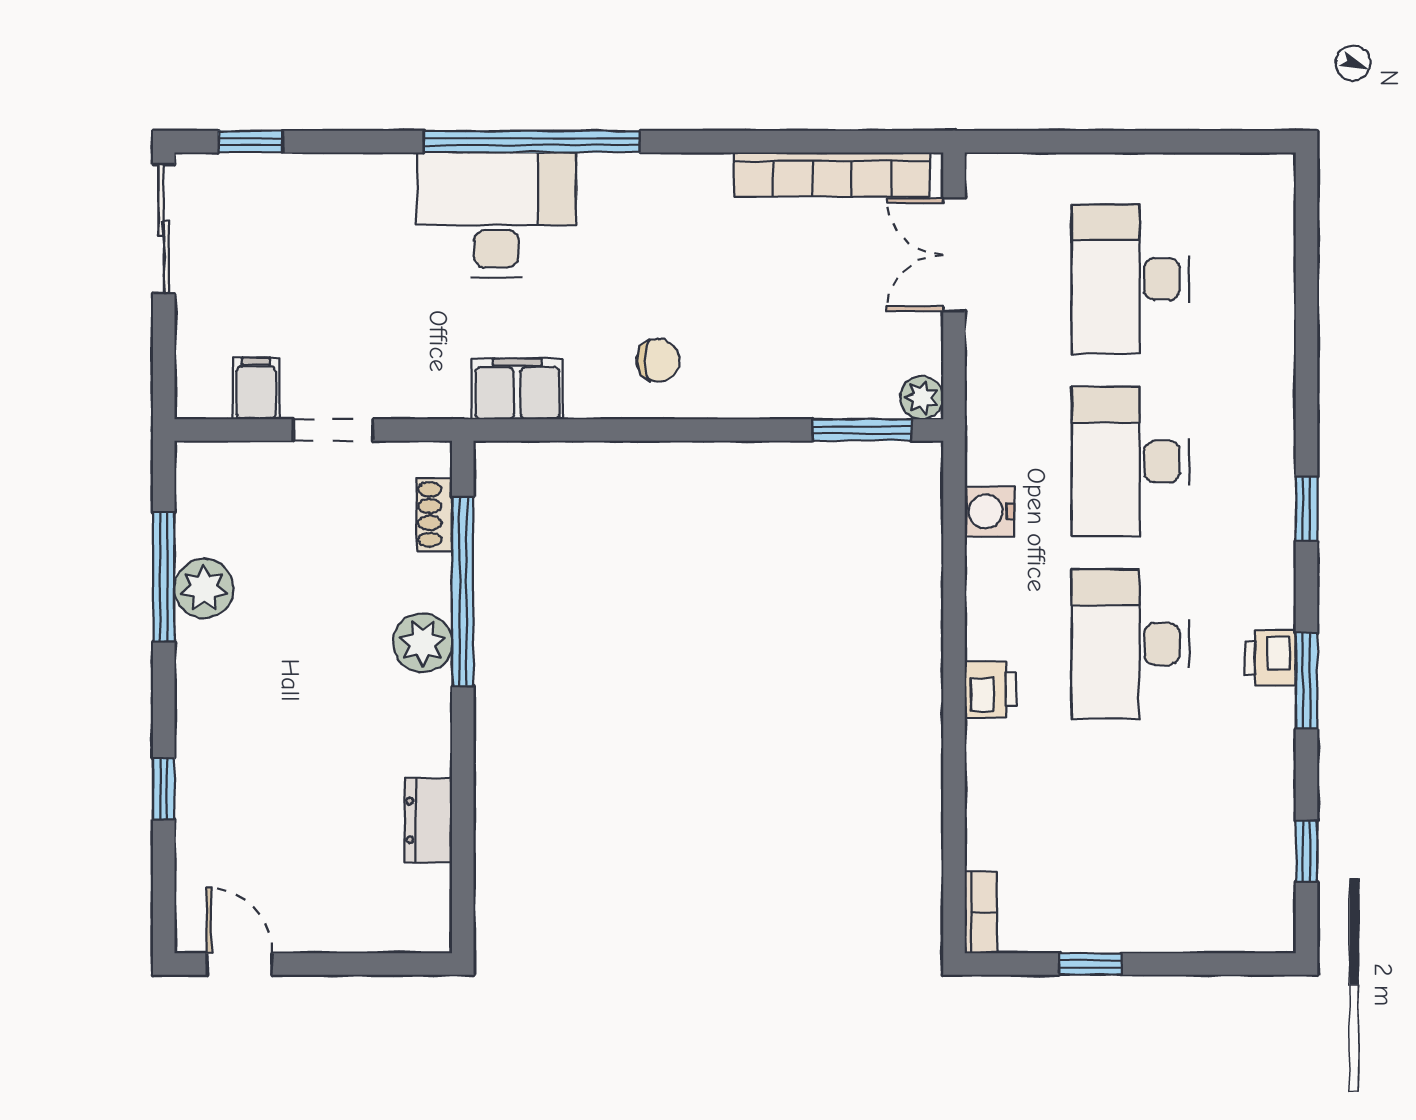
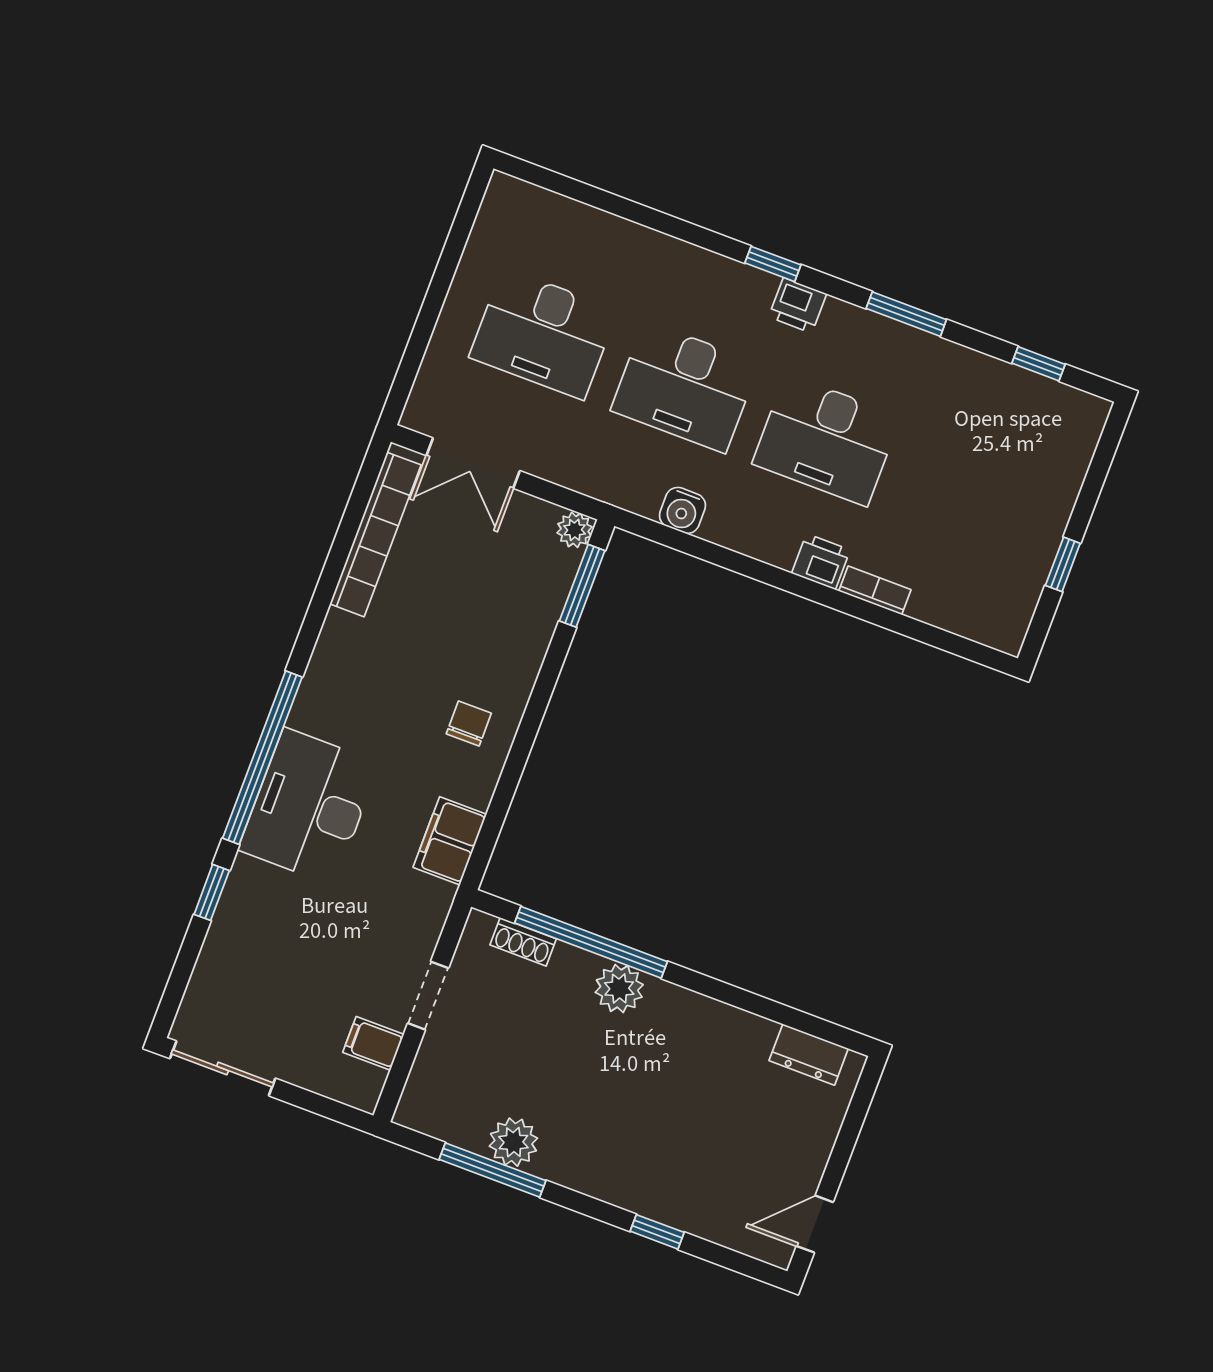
window: (251, 142) -> (212, 892), moved
printer: (1270, 658) -> (798, 305), moved
dresser: (428, 820) -> (809, 1055), moved
bookcase: (981, 913) -> (875, 590), moved

